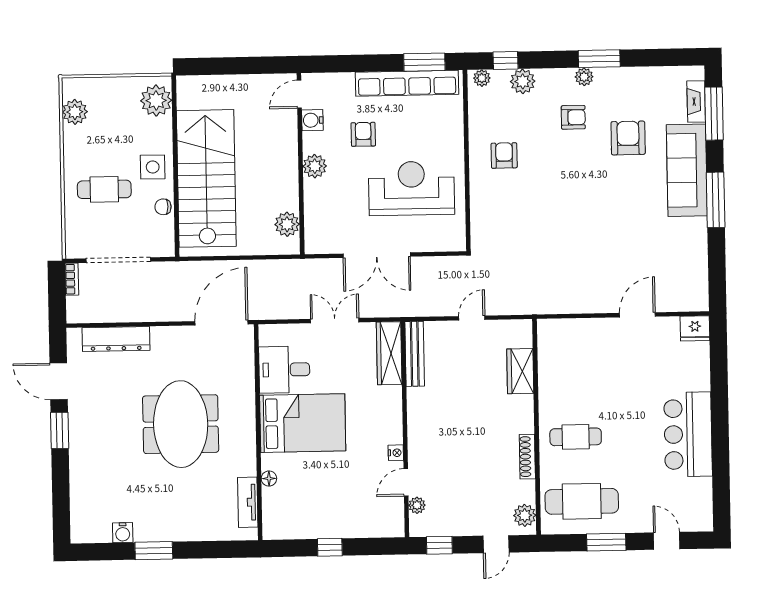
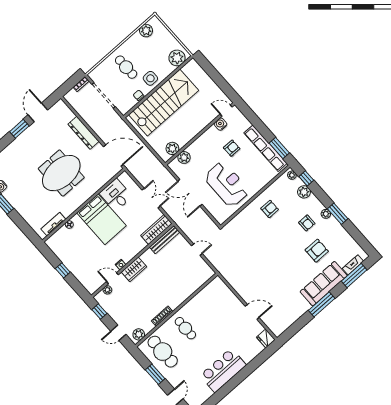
plant: (315, 166) -> (184, 157), moved
dresser: (116, 339) -> (83, 133), moved
wardrobe: (520, 371) -> (134, 269), moved, turned 180

